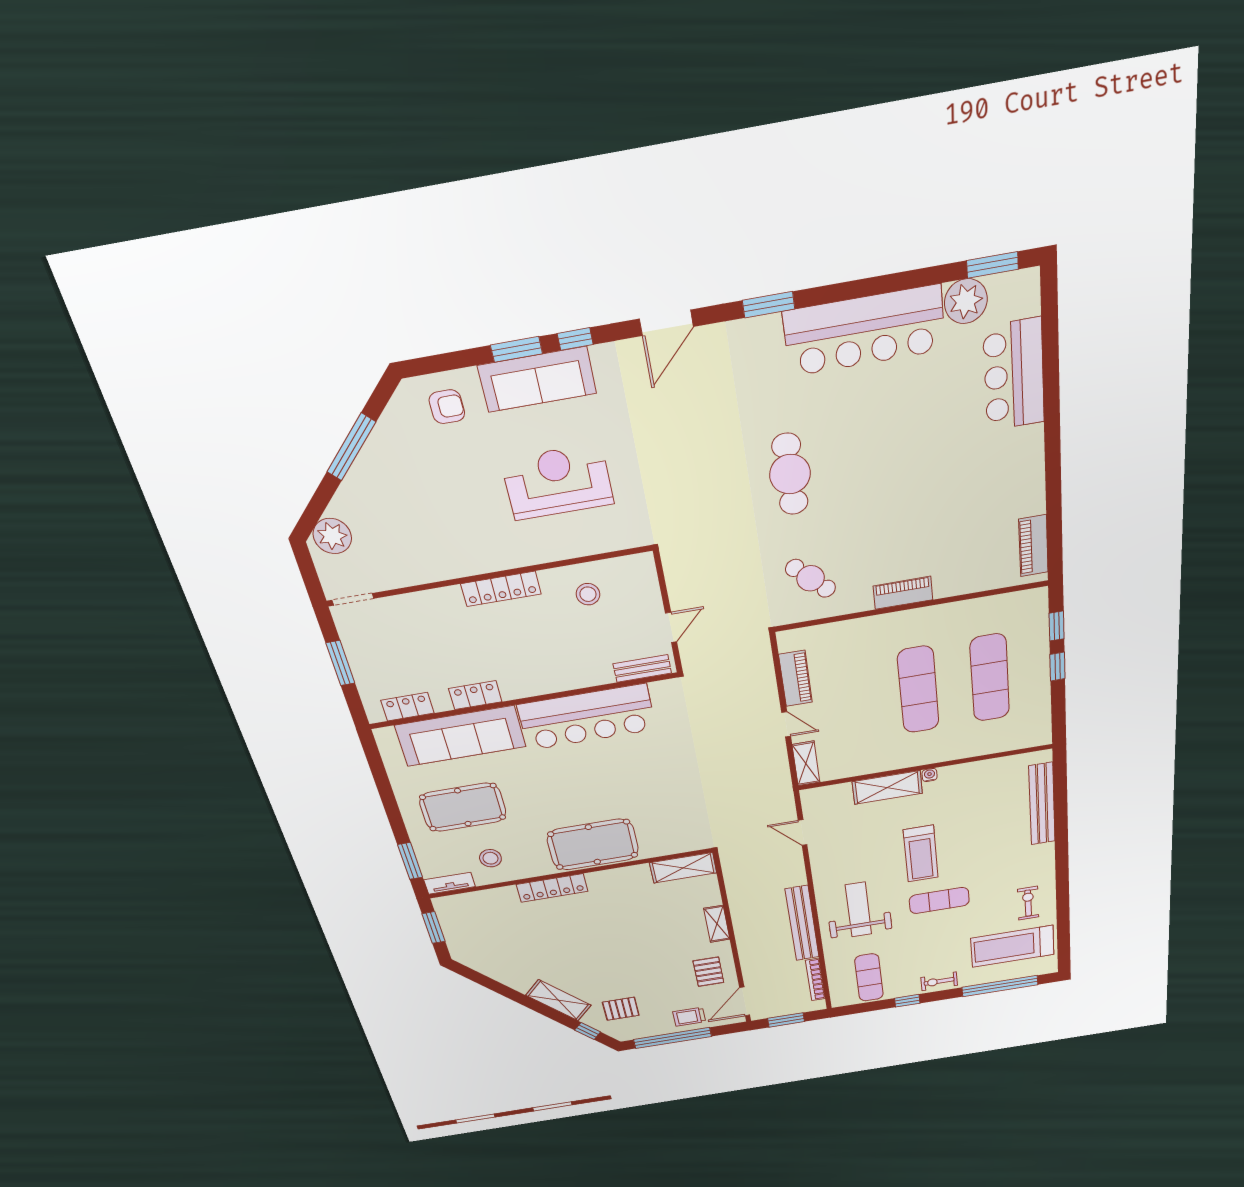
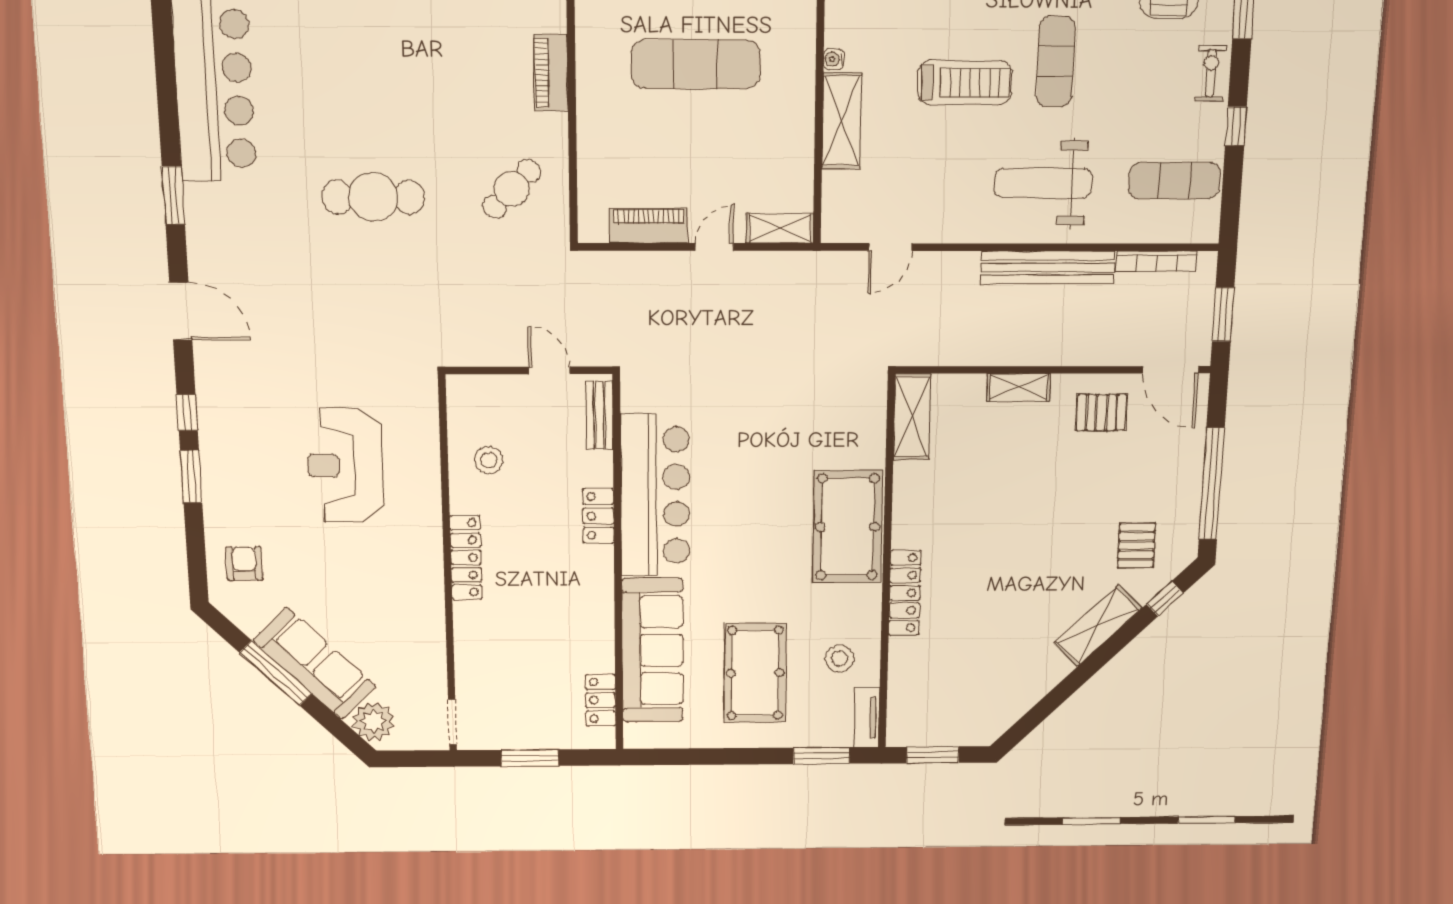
sofa: (537, 379) -> (315, 664), moved, turned -45
locker: (475, 695) -> (598, 516), moved
exercise bike: (939, 981) -> (1211, 73), turned 180
trolley: (689, 1017) -> (1178, 453), removed

